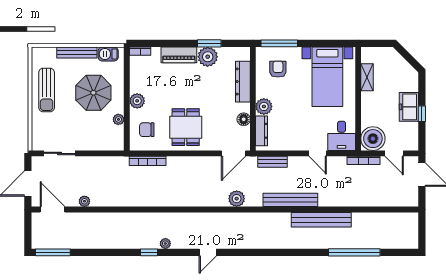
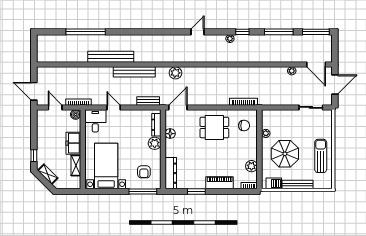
plant: (208, 57) -> (198, 181), removed
shelving: (404, 66) -> (48, 174), added
dresser: (243, 82) -> (171, 173), moved
plant: (137, 101) -> (251, 166), moved
freezer: (409, 107) -> (73, 143), moved, turned 180
window: (422, 114) -> (34, 156), moved
dining table: (186, 127) -> (214, 127), turned 90
boiler: (373, 139) -> (76, 114), width x0.54, depth x0.54
window: (101, 252) -> (279, 32), added

